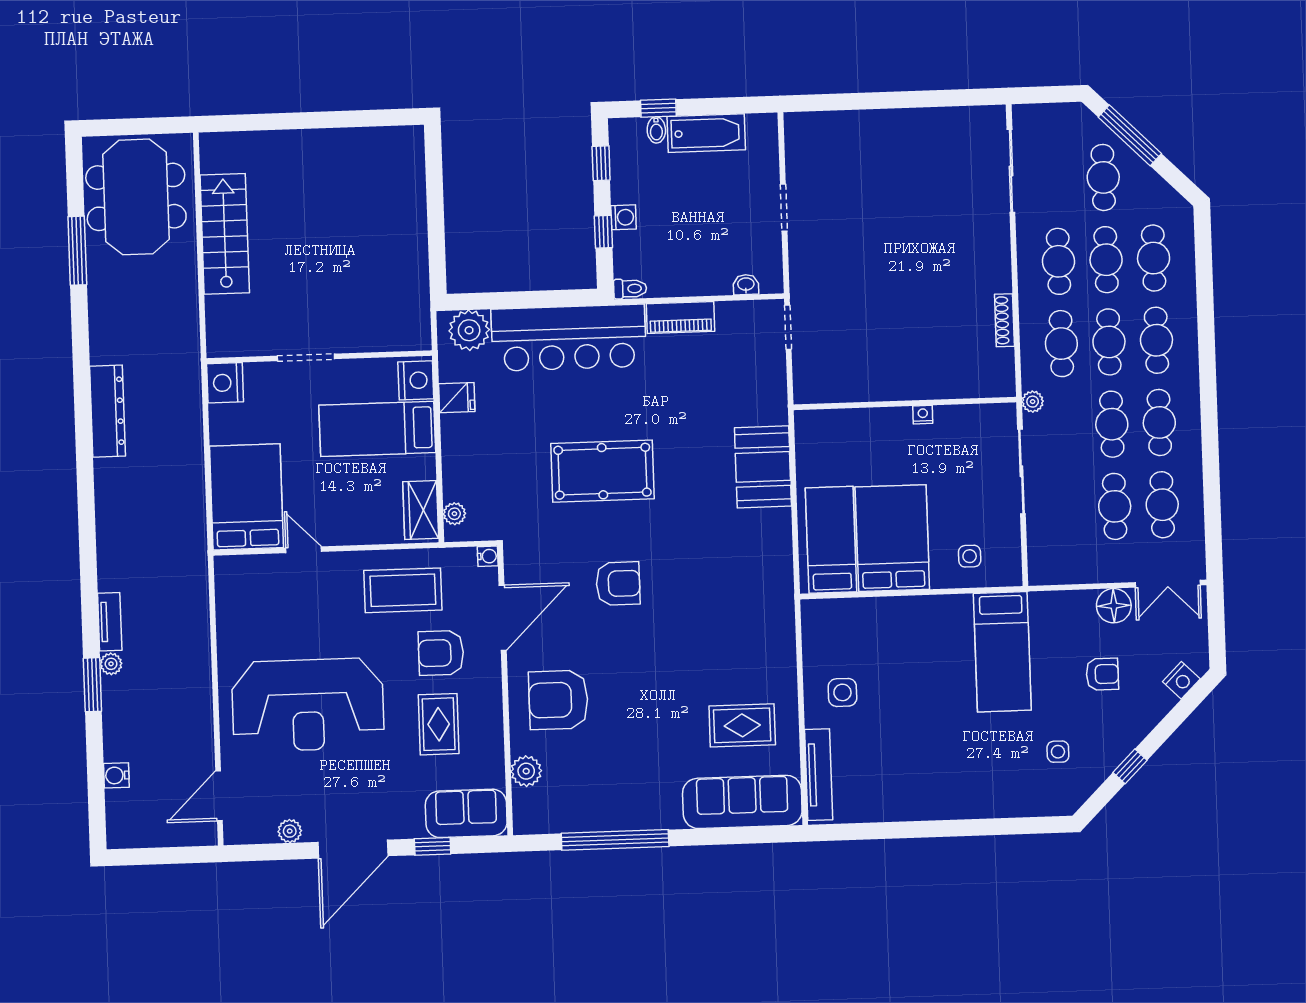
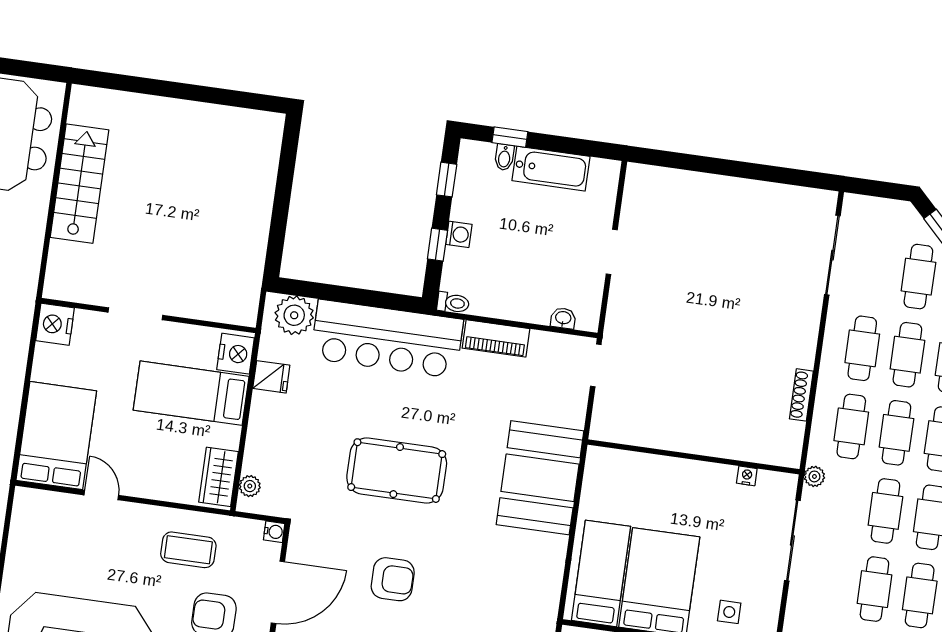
nightstand: (923, 415) -> (747, 476), moved
booth: (763, 467) -> (540, 478), width x1.36, depth x1.42
coffee table: (403, 590) -> (188, 550), width x0.73, depth x0.76

